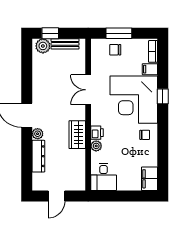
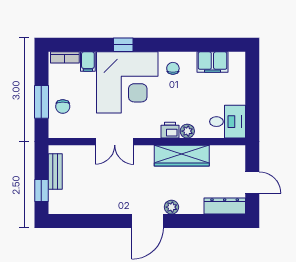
plant: (43, 46) -> (58, 200), removed
wardrobe: (77, 135) -> (182, 156), width x1.50
dresser: (38, 156) -> (225, 206), moved
filing cabinet: (150, 179) -> (212, 62), moved

